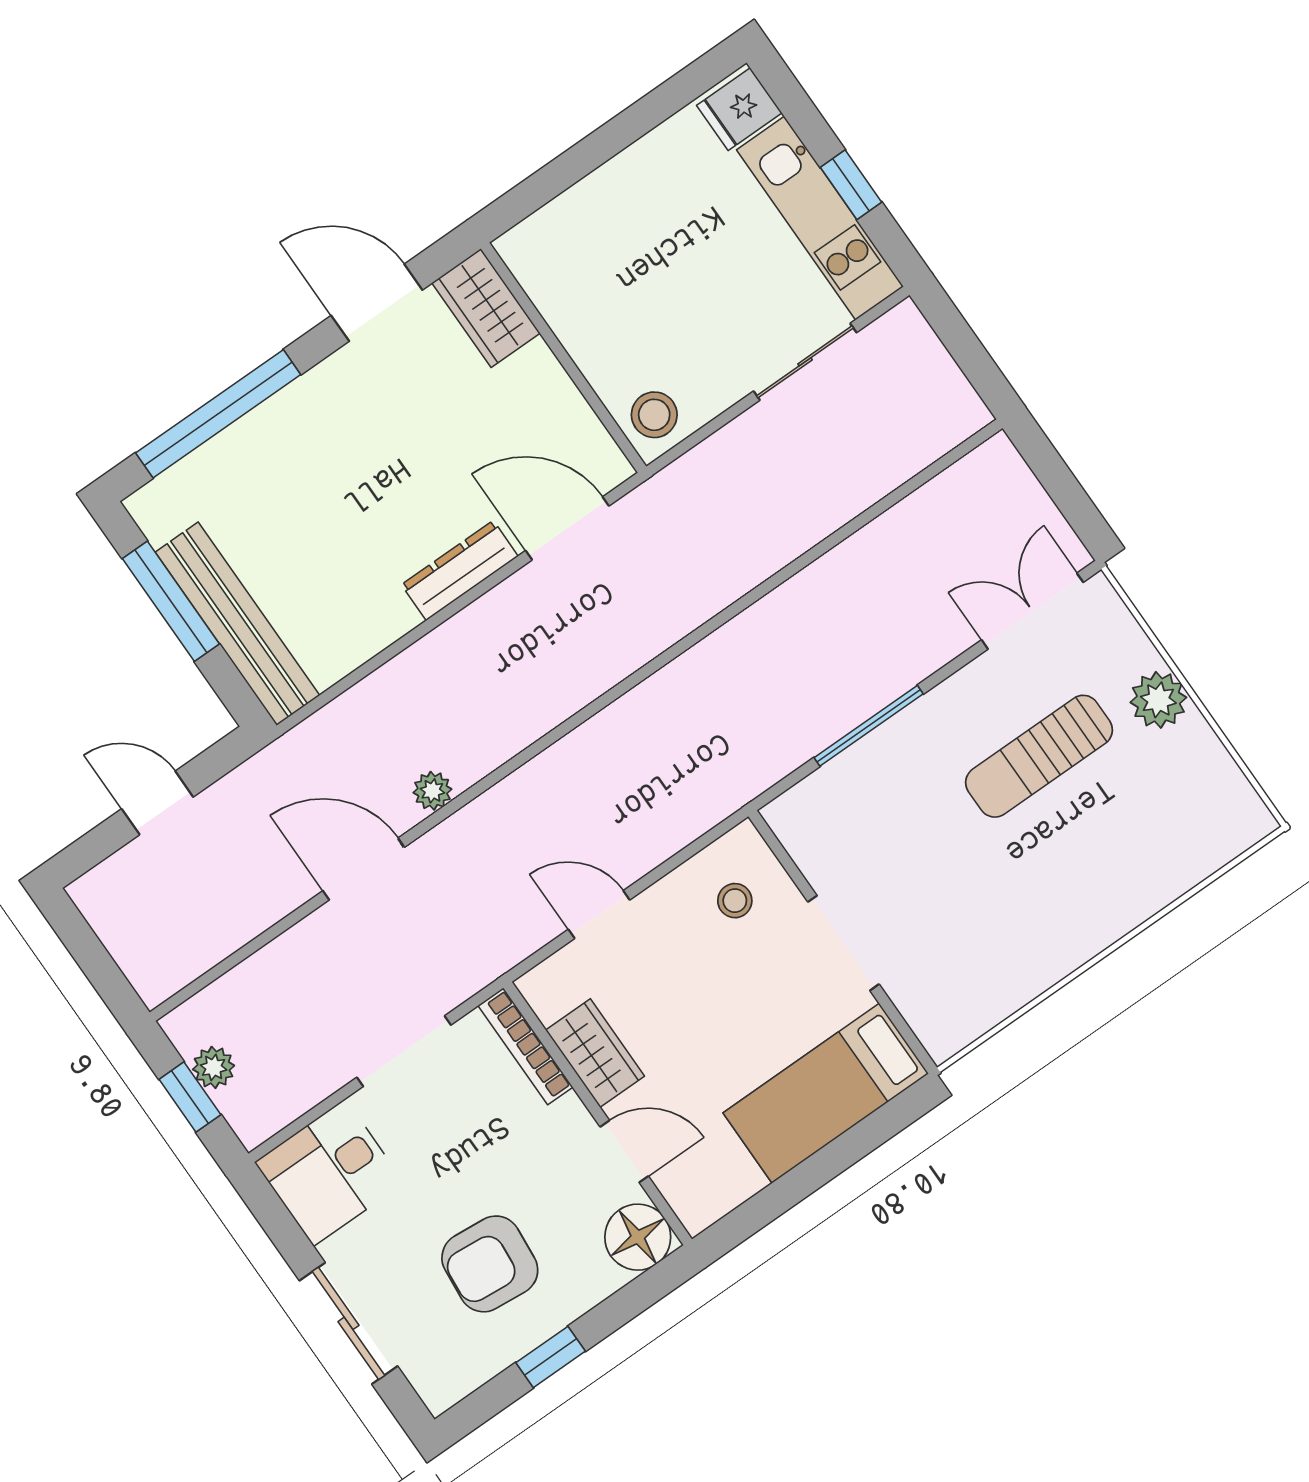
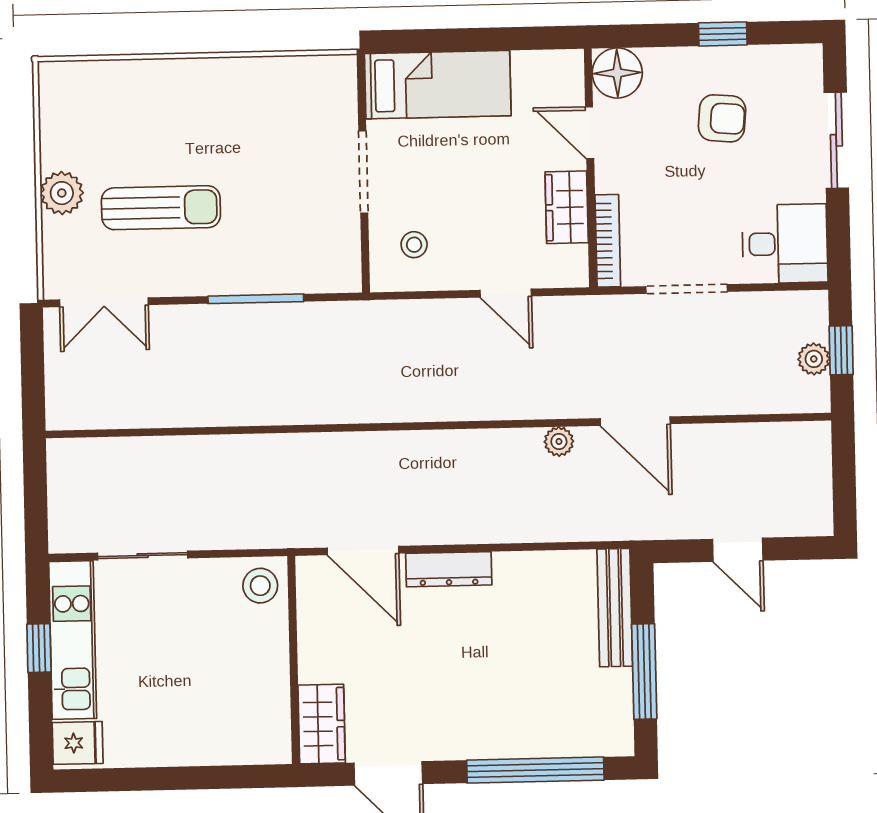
bench: (237, 624) -> (615, 608), width x0.73, depth x0.82
armchair: (490, 1264) -> (722, 118), width x0.72, depth x0.72

